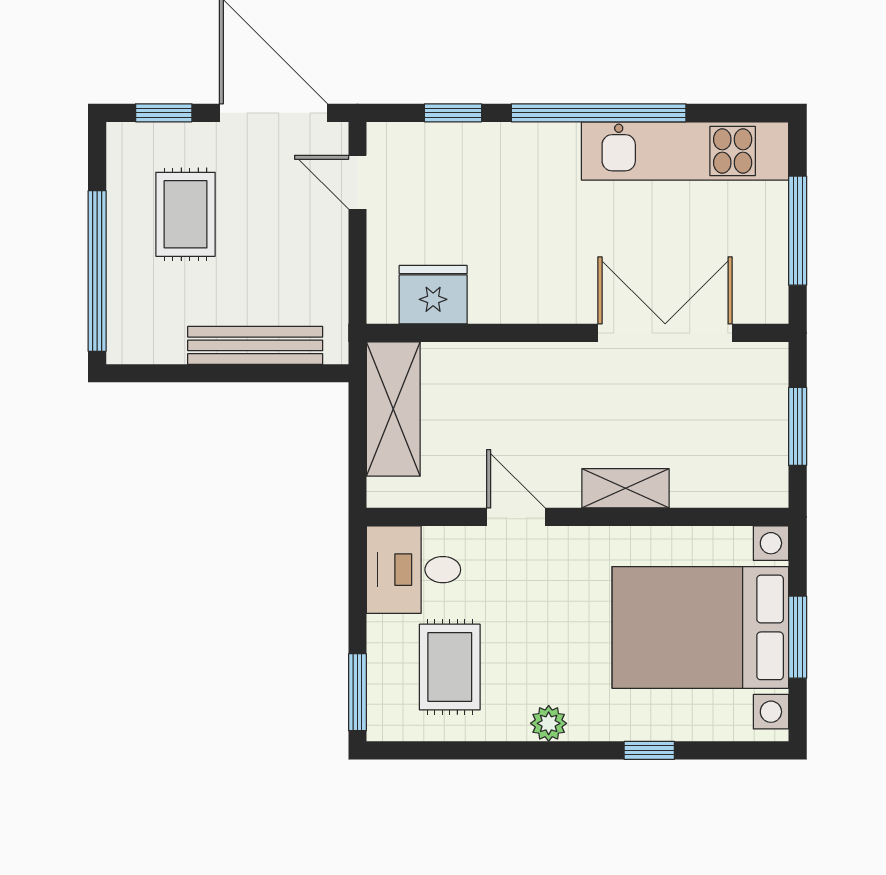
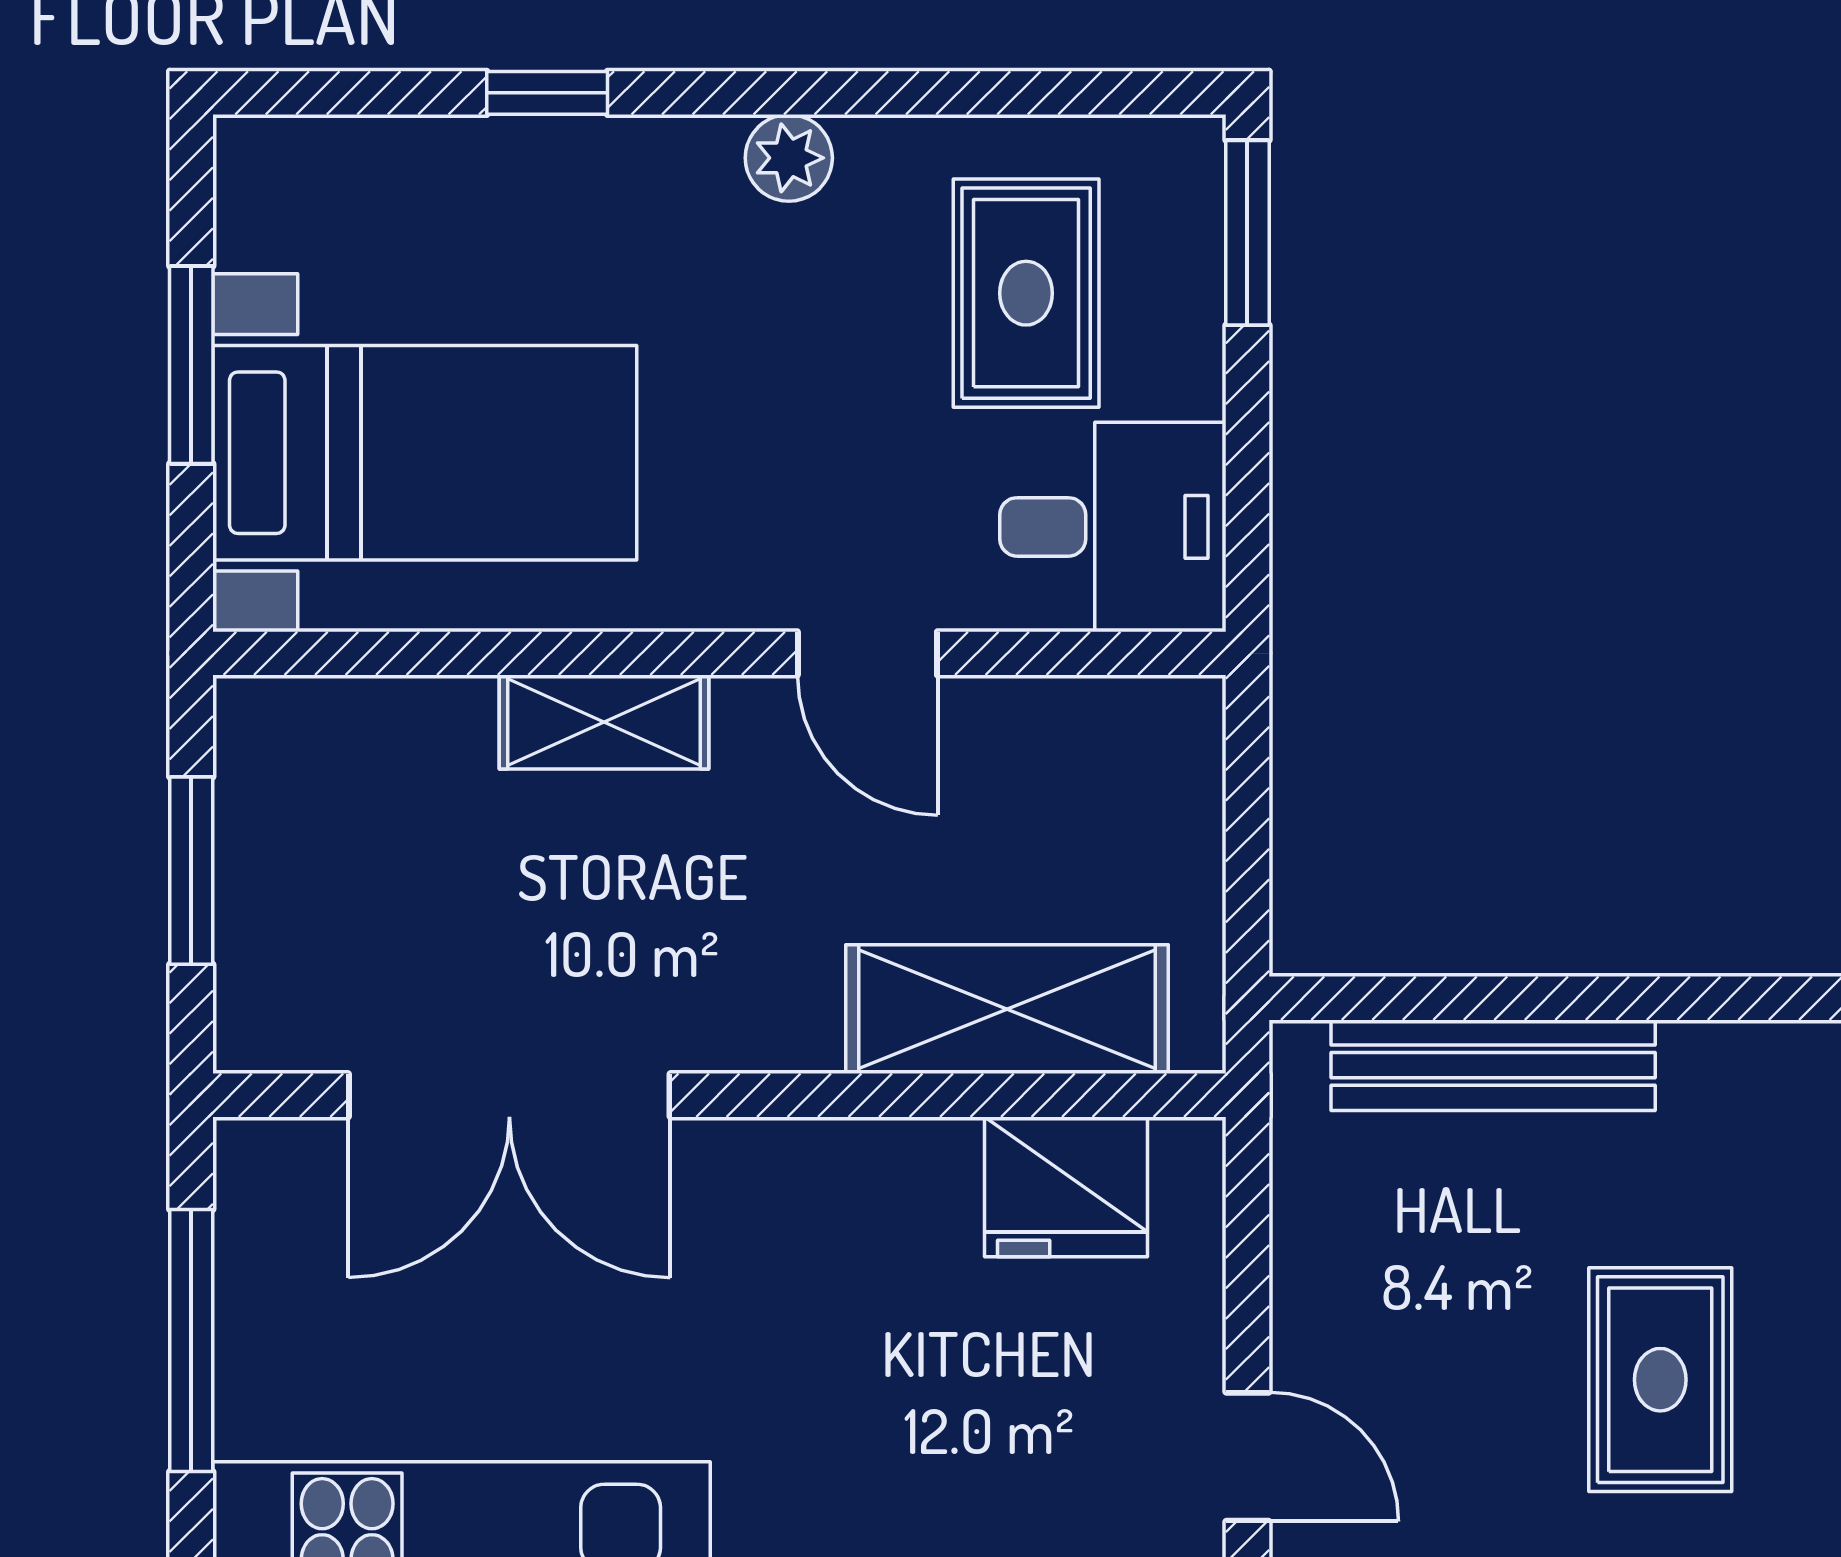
shelving: (393, 409) -> (1007, 1009), moved, turned 90
bed with nightstands: (700, 627) -> (425, 453), width x0.73

